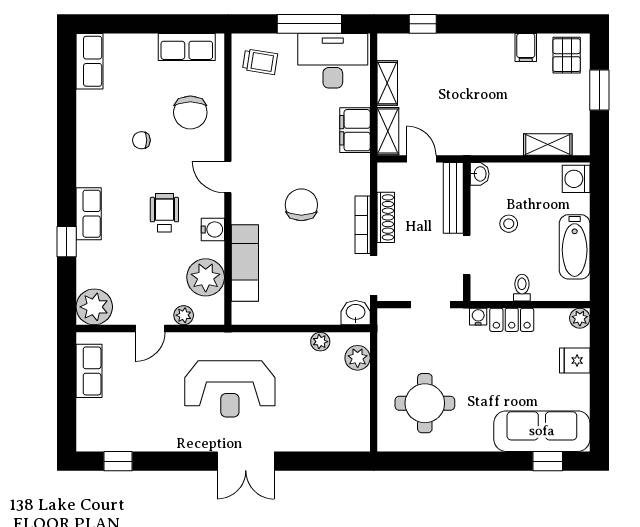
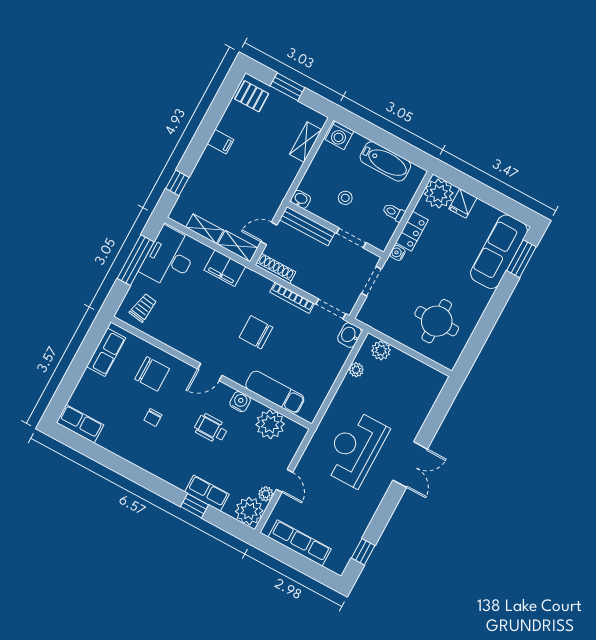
filing cabinet: (526, 48) -> (220, 142), moved
row of seats: (89, 214) -> (207, 493), moved
shoe rack: (386, 217) -> (275, 268), moved
plant: (184, 315) -> (266, 494), moved
plant: (580, 318) -> (439, 194), width x1.87, depth x1.87
row of seats: (89, 371) -> (300, 543), width x1.48
reception desk: (230, 389) -> (355, 449), turned 180
window: (548, 461) -> (521, 259), width x1.50

